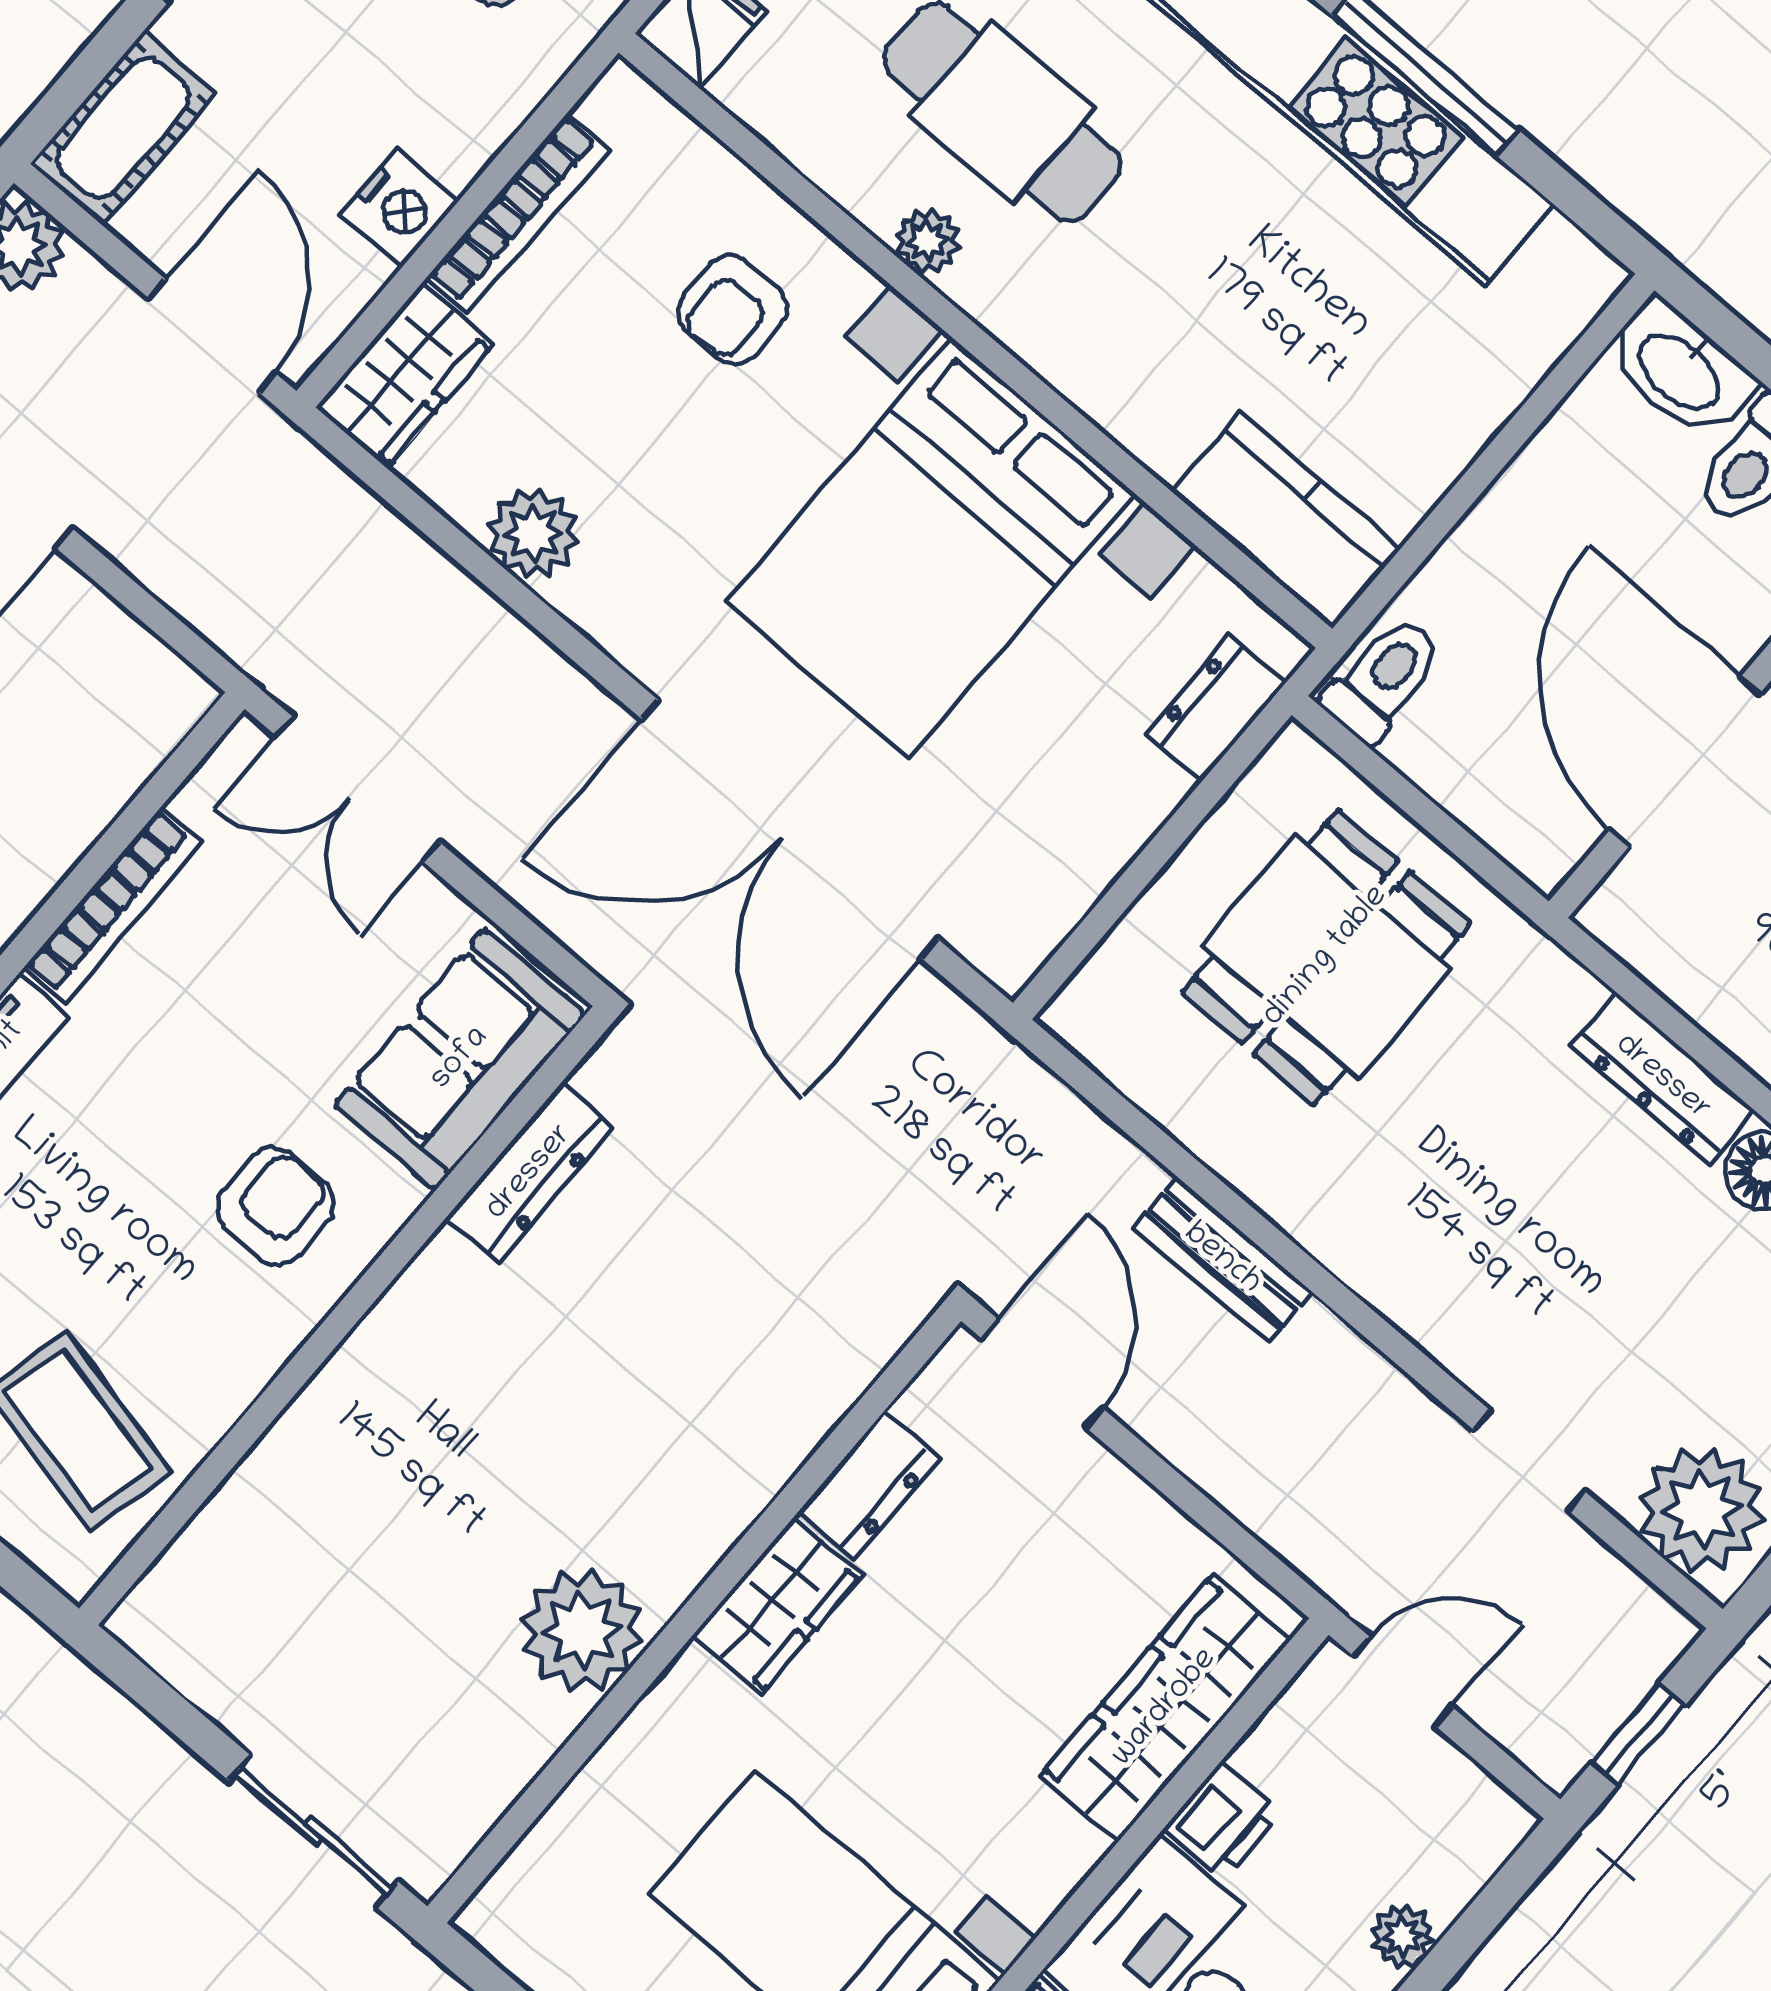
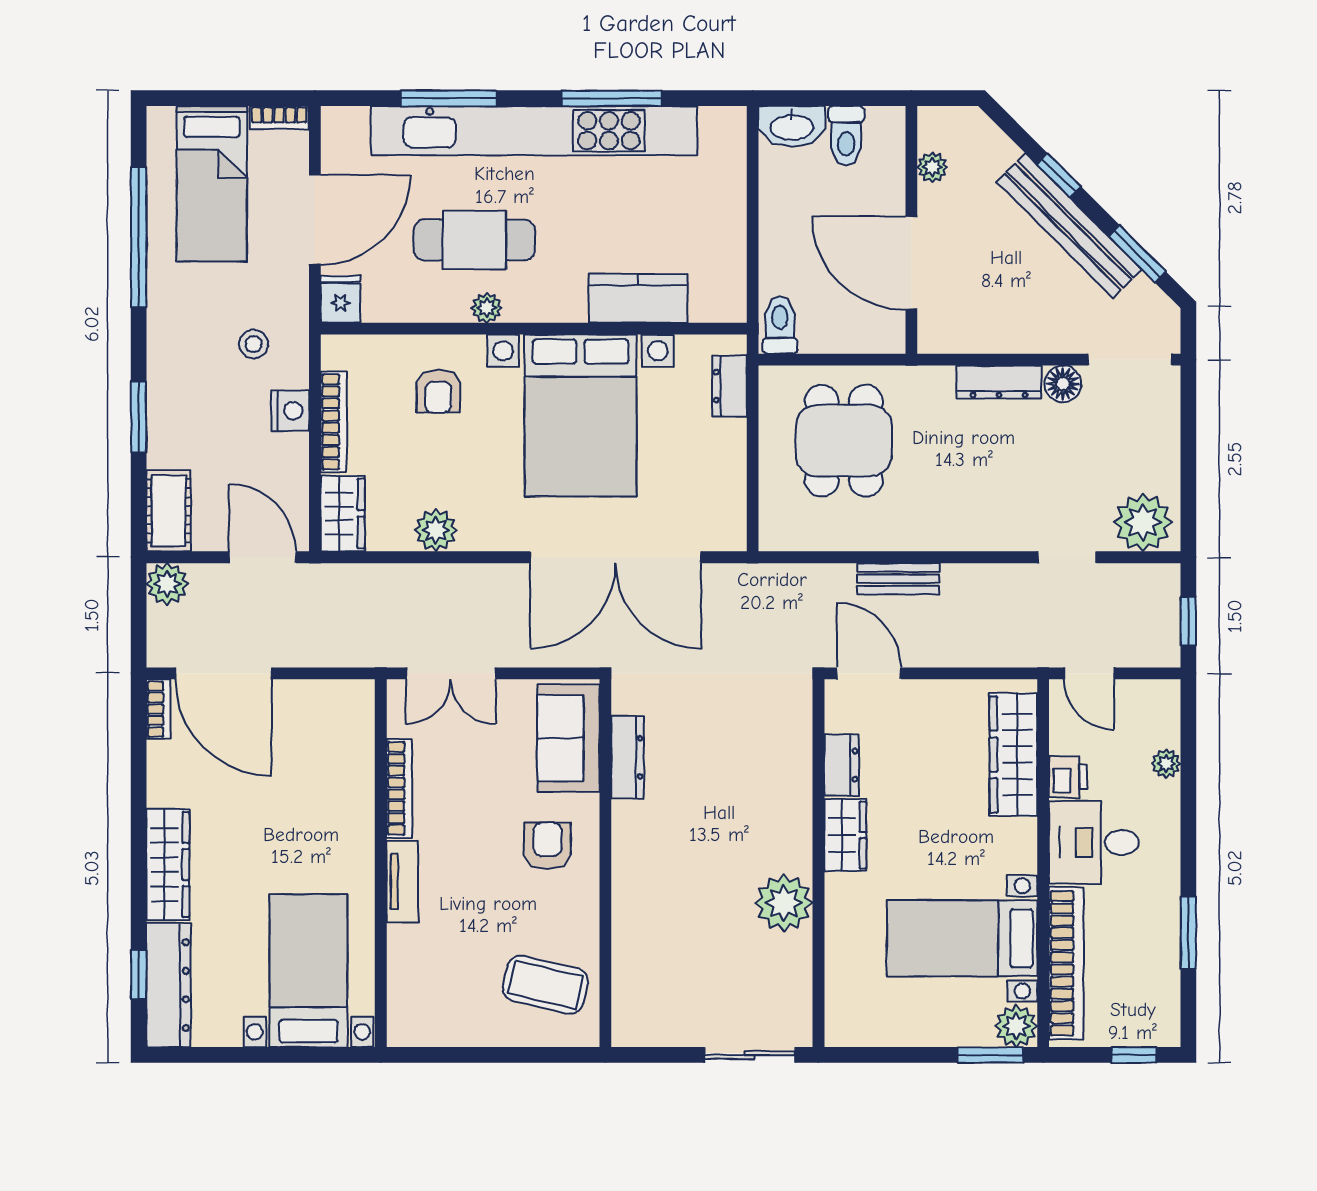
nightstand: (400, 208) -> (290, 411), moved
kitchen counter: (1286, 520) -> (638, 298), moved
door: (1402, 1681) -> (1089, 673), swing flipped

